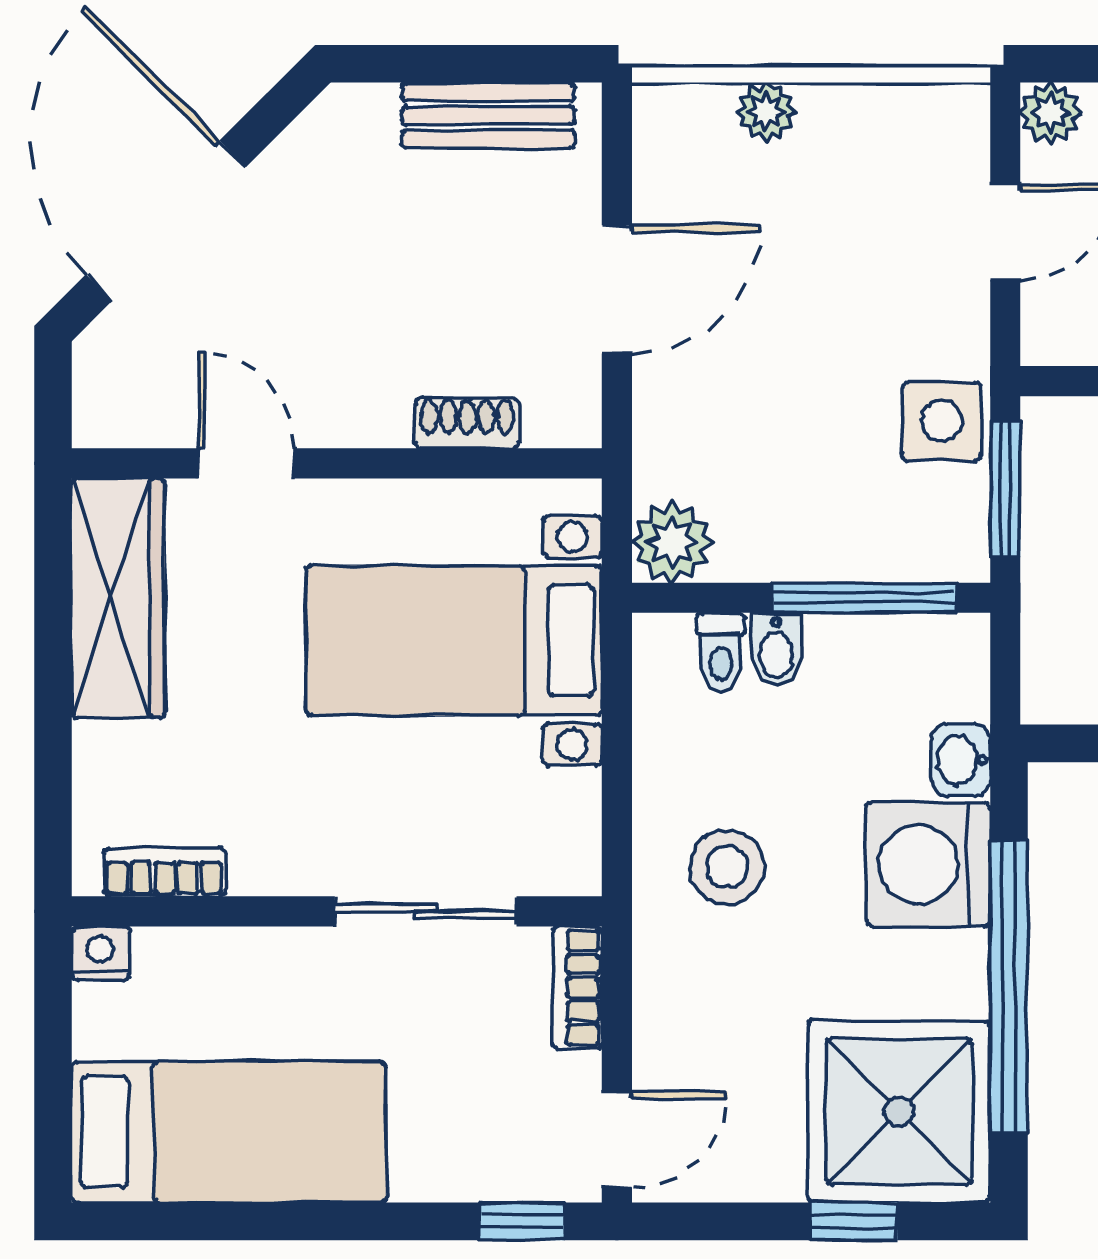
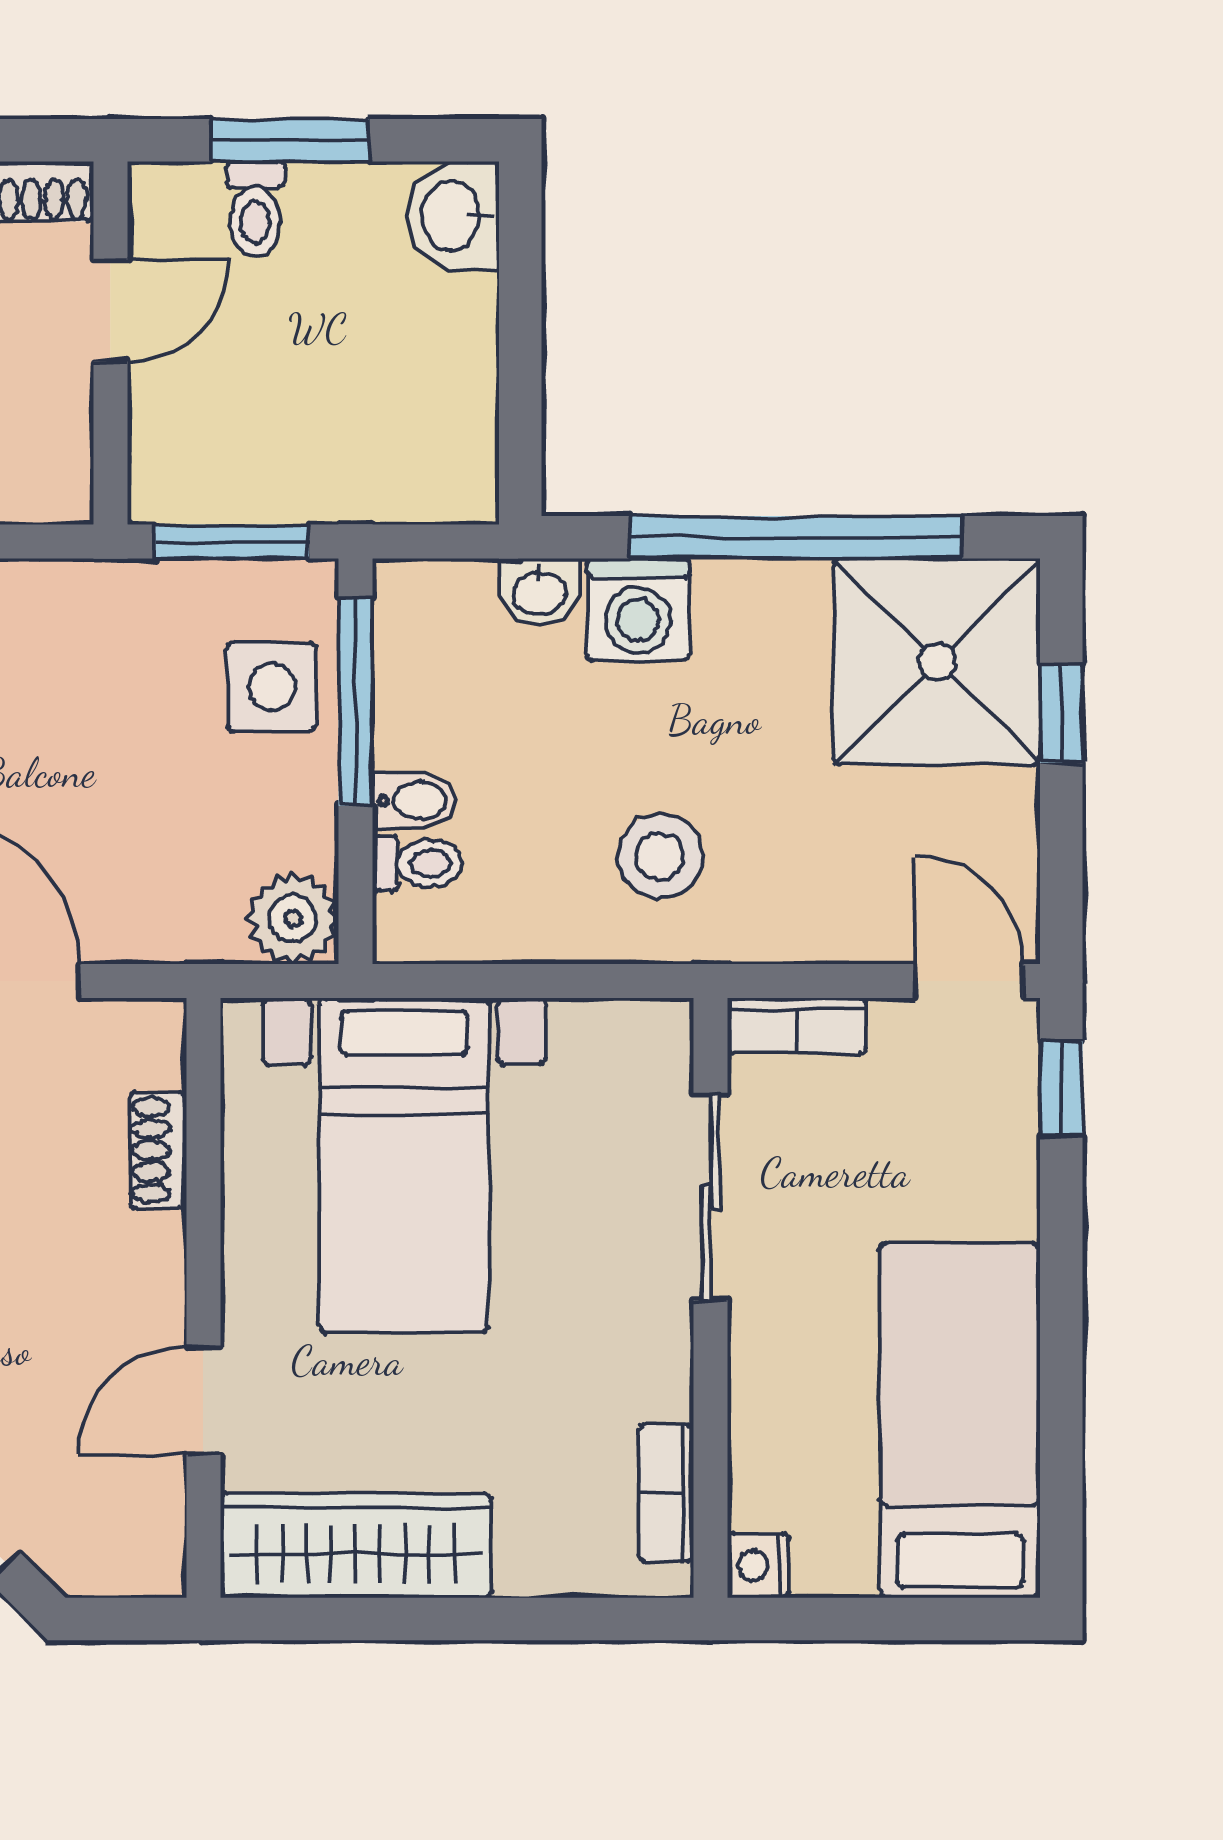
side table: (941, 421) -> (272, 687), moved
washing machine: (928, 864) -> (638, 610), width x0.73, depth x0.73

